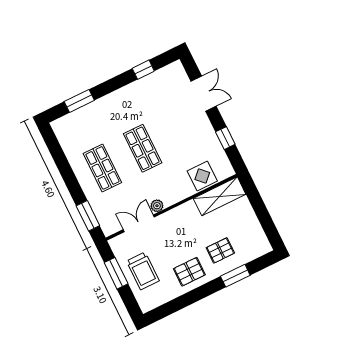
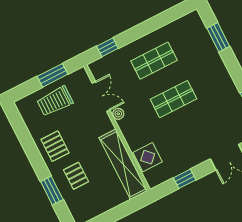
shelving: (220, 196) -> (123, 164), width x1.47
window: (88, 216) -> (107, 47), width x0.67

